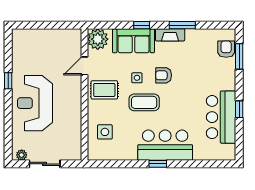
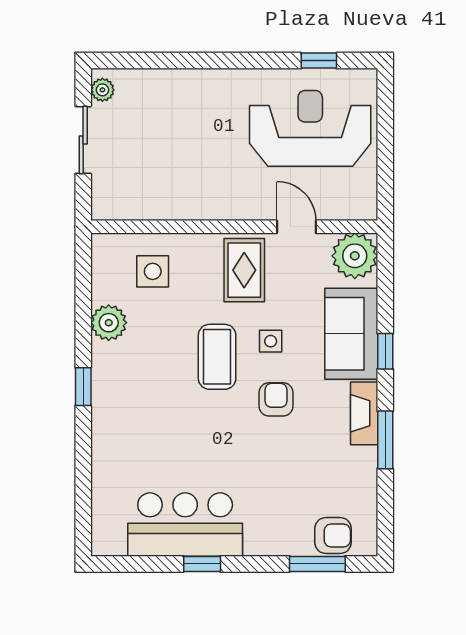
window: (8, 81) -> (319, 61), moved
reception desk: (35, 103) -> (310, 128), moved
bar counter: (165, 145) -> (124, 403), removed
plant: (128, 152) -> (109, 323), added

